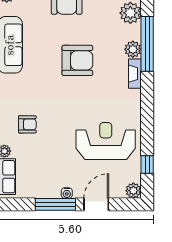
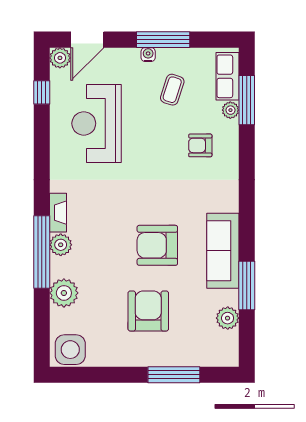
armchair: (77, 60) -> (157, 245), moved
reception desk: (106, 141) -> (97, 123), turned 90
coffee table: (49, 167) -> (172, 90), added
door: (96, 204) -> (87, 40), moved

